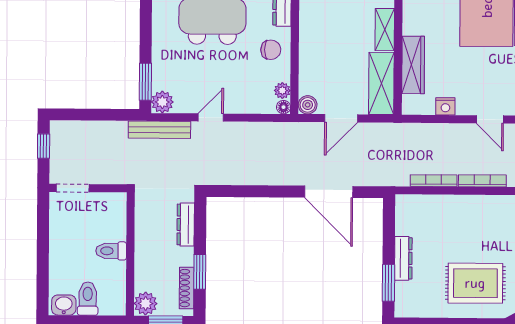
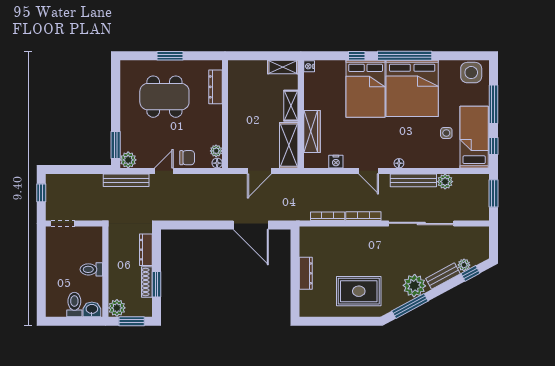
chair: (271, 50) -> (187, 158), moved
boiler: (308, 105) -> (235, 161), removed
window: (389, 283) -> (295, 291), removed
shoe rack: (187, 288) -> (147, 282), moved
washbasin: (64, 305) -> (92, 309), moved

